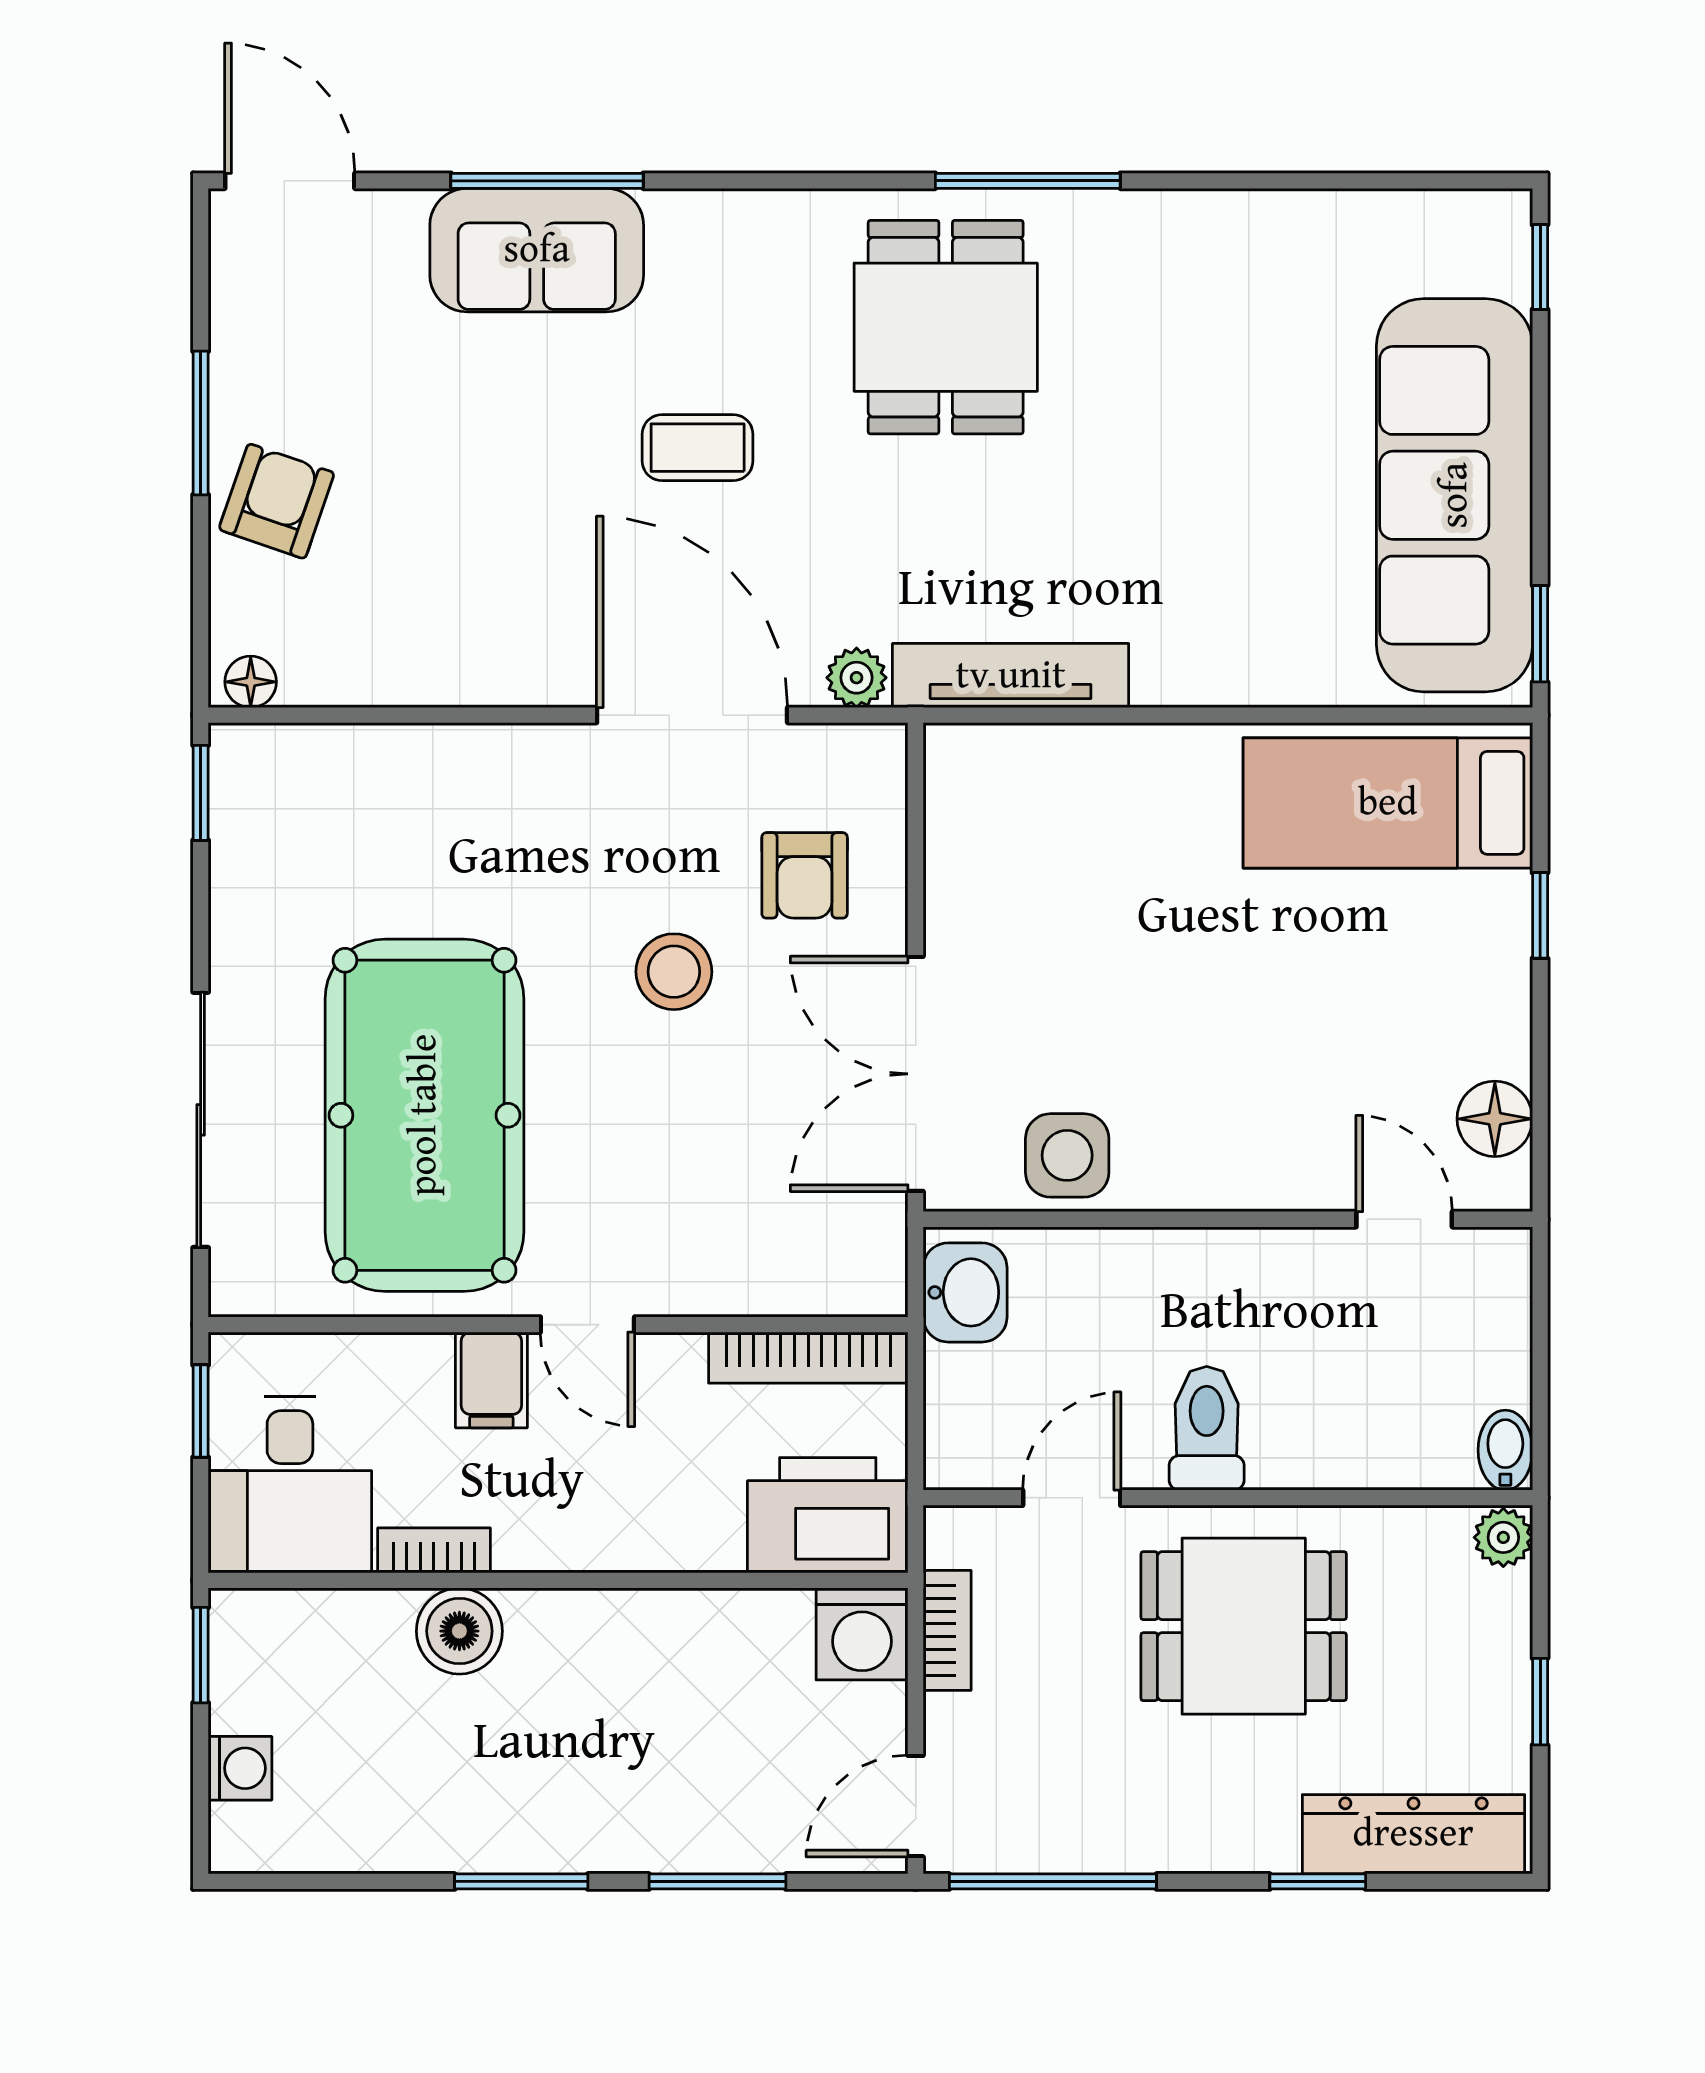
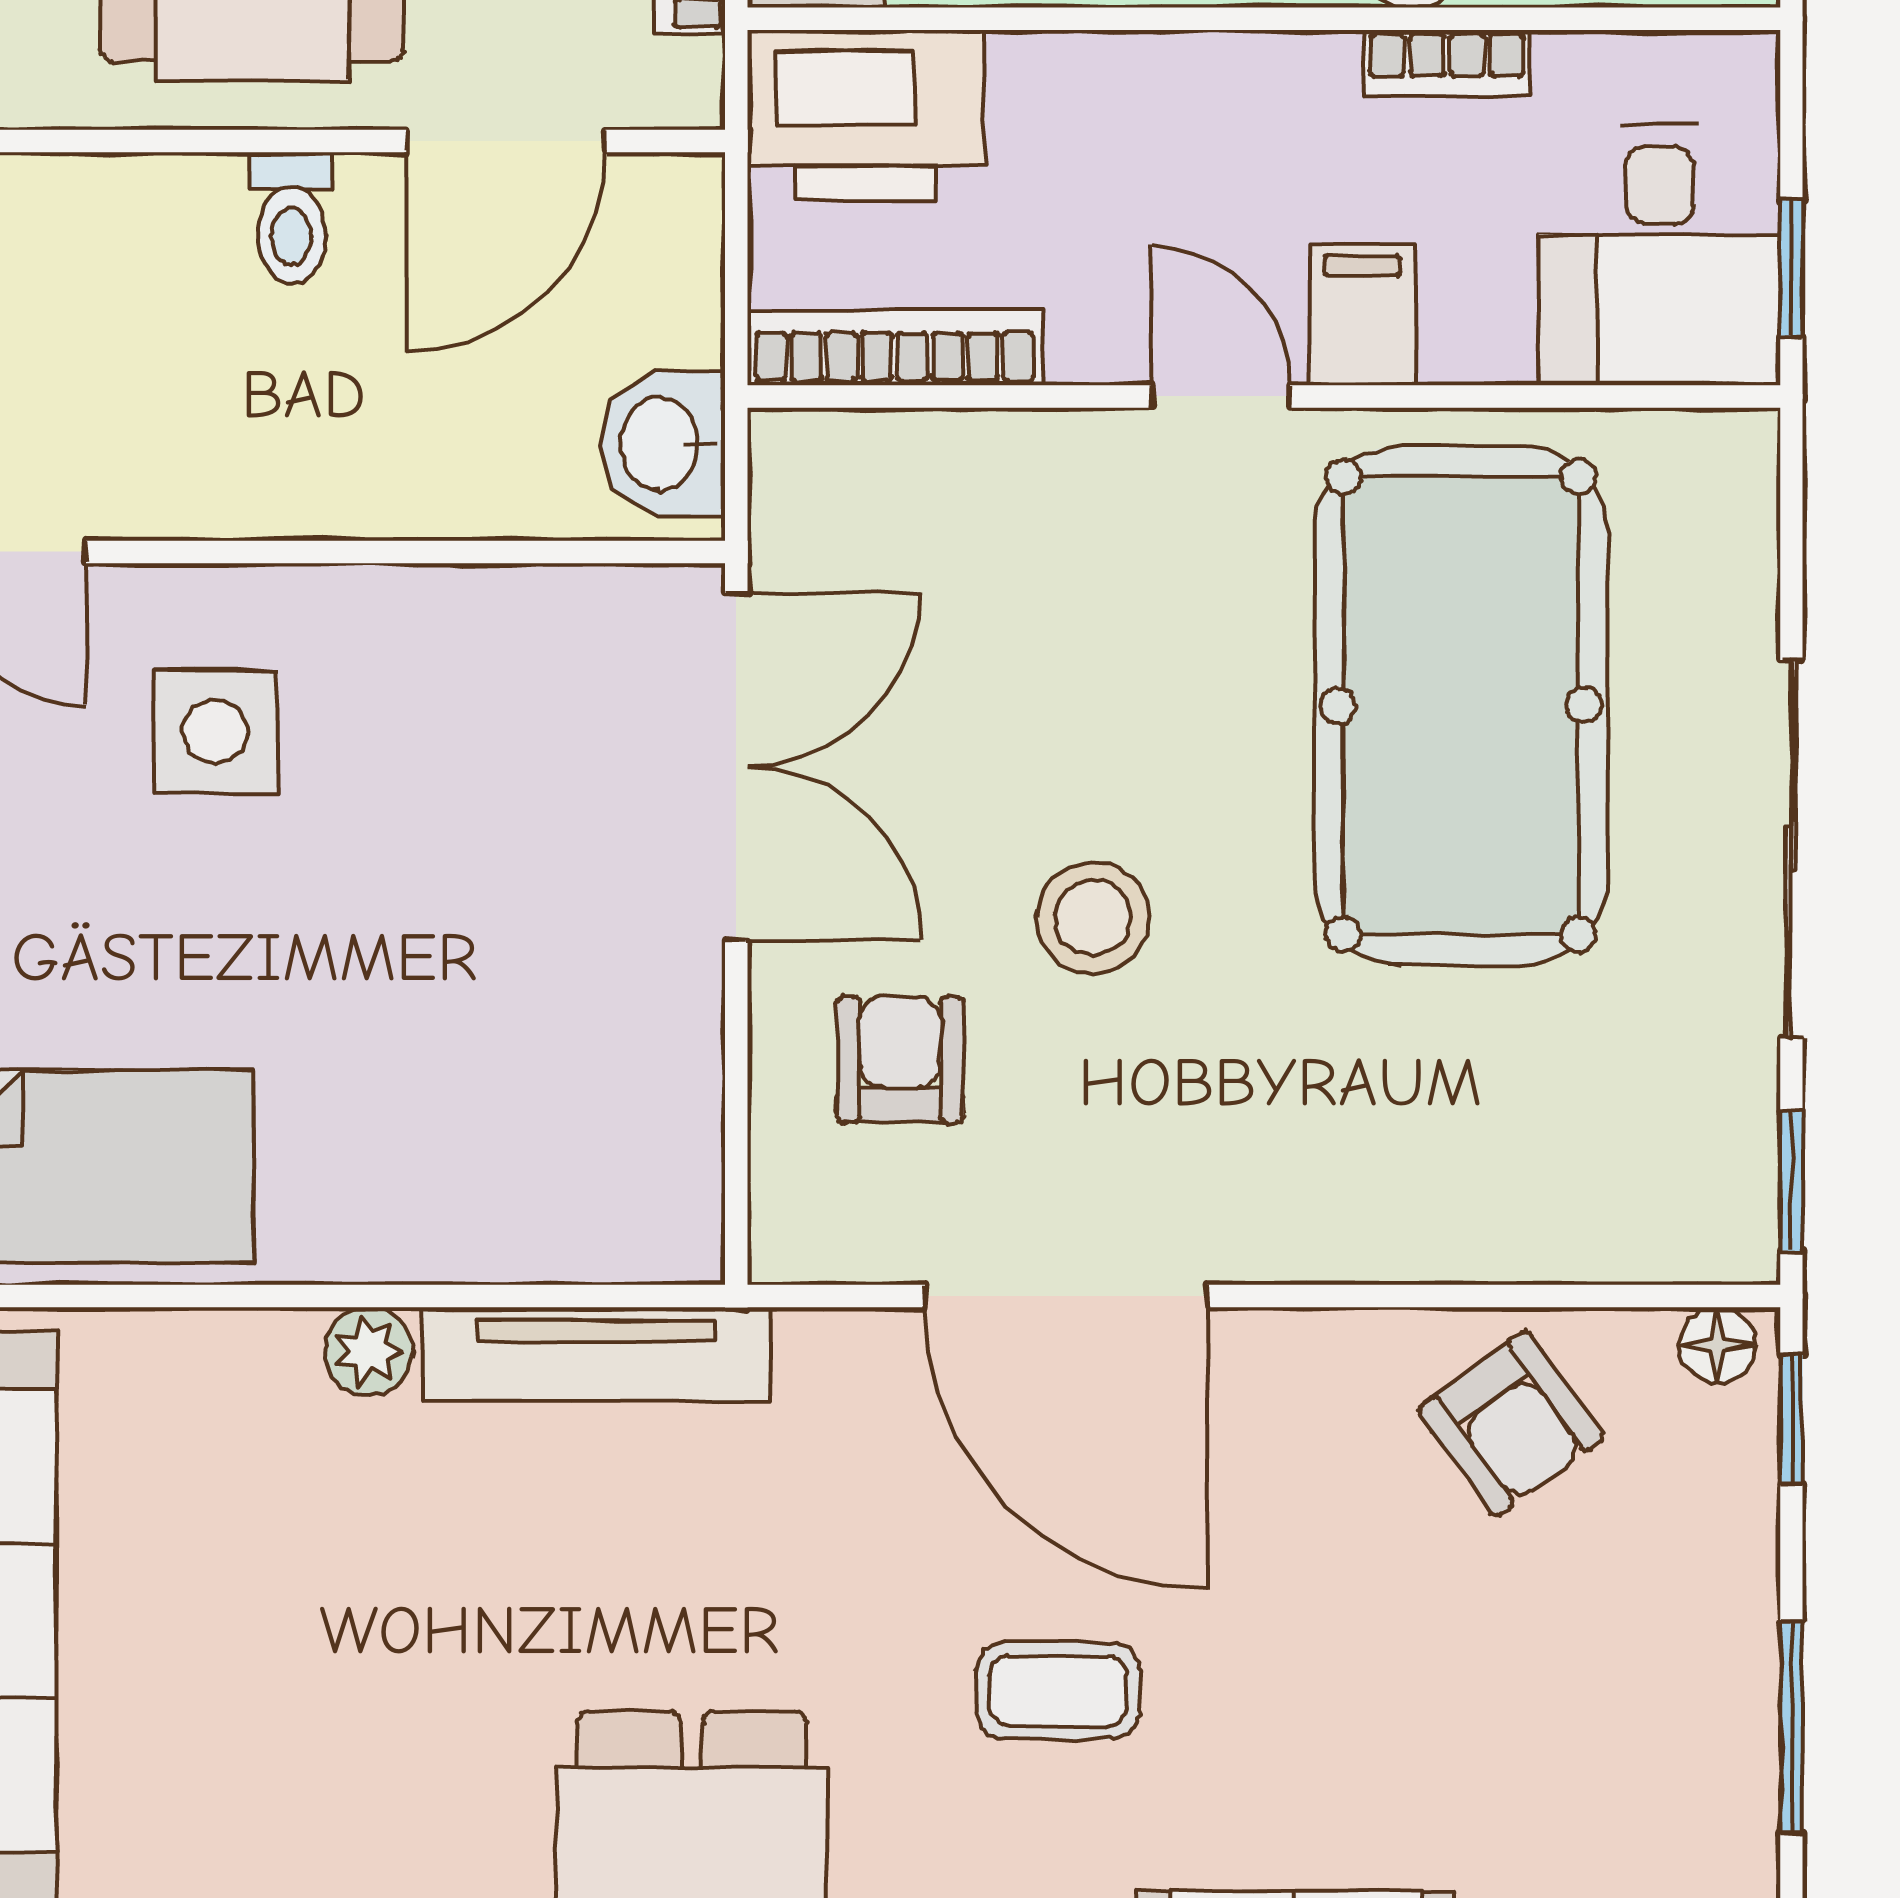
armchair: (277, 501) -> (1511, 1424), moved, turned -55
window: (201, 631) -> (1791, 1419), added
plant: (857, 678) -> (369, 1351), moved
sliding door: (201, 1120) -> (1791, 848), moved
side table: (1067, 1155) -> (215, 732), moved
toilet: (1207, 1428) -> (292, 218), width x0.73, depth x0.72
desk: (290, 1485) -> (1660, 255), moved, turned 180
door: (1072, 1498) -> (506, 141), width x1.38

